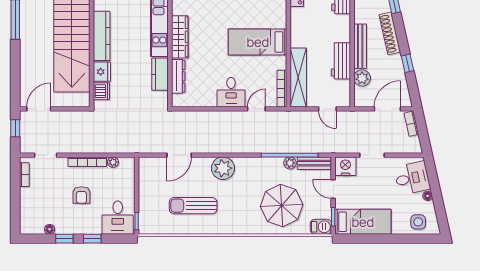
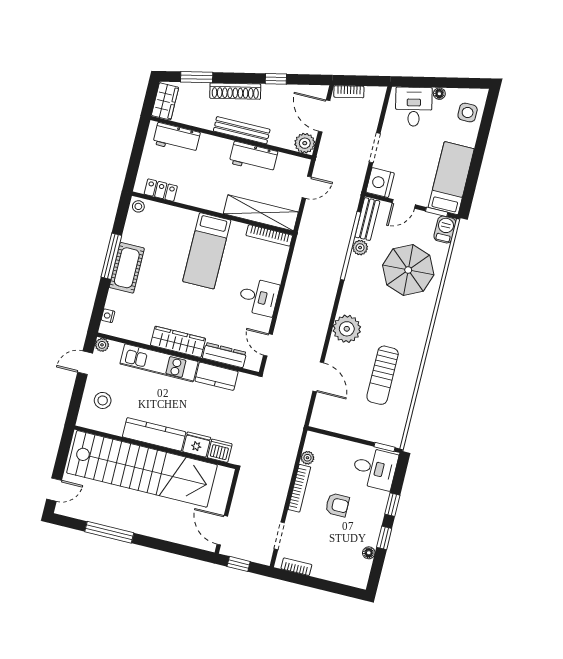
plant: (362, 78) -> (305, 143), moved
door: (256, 109) -> (268, 345), moved

